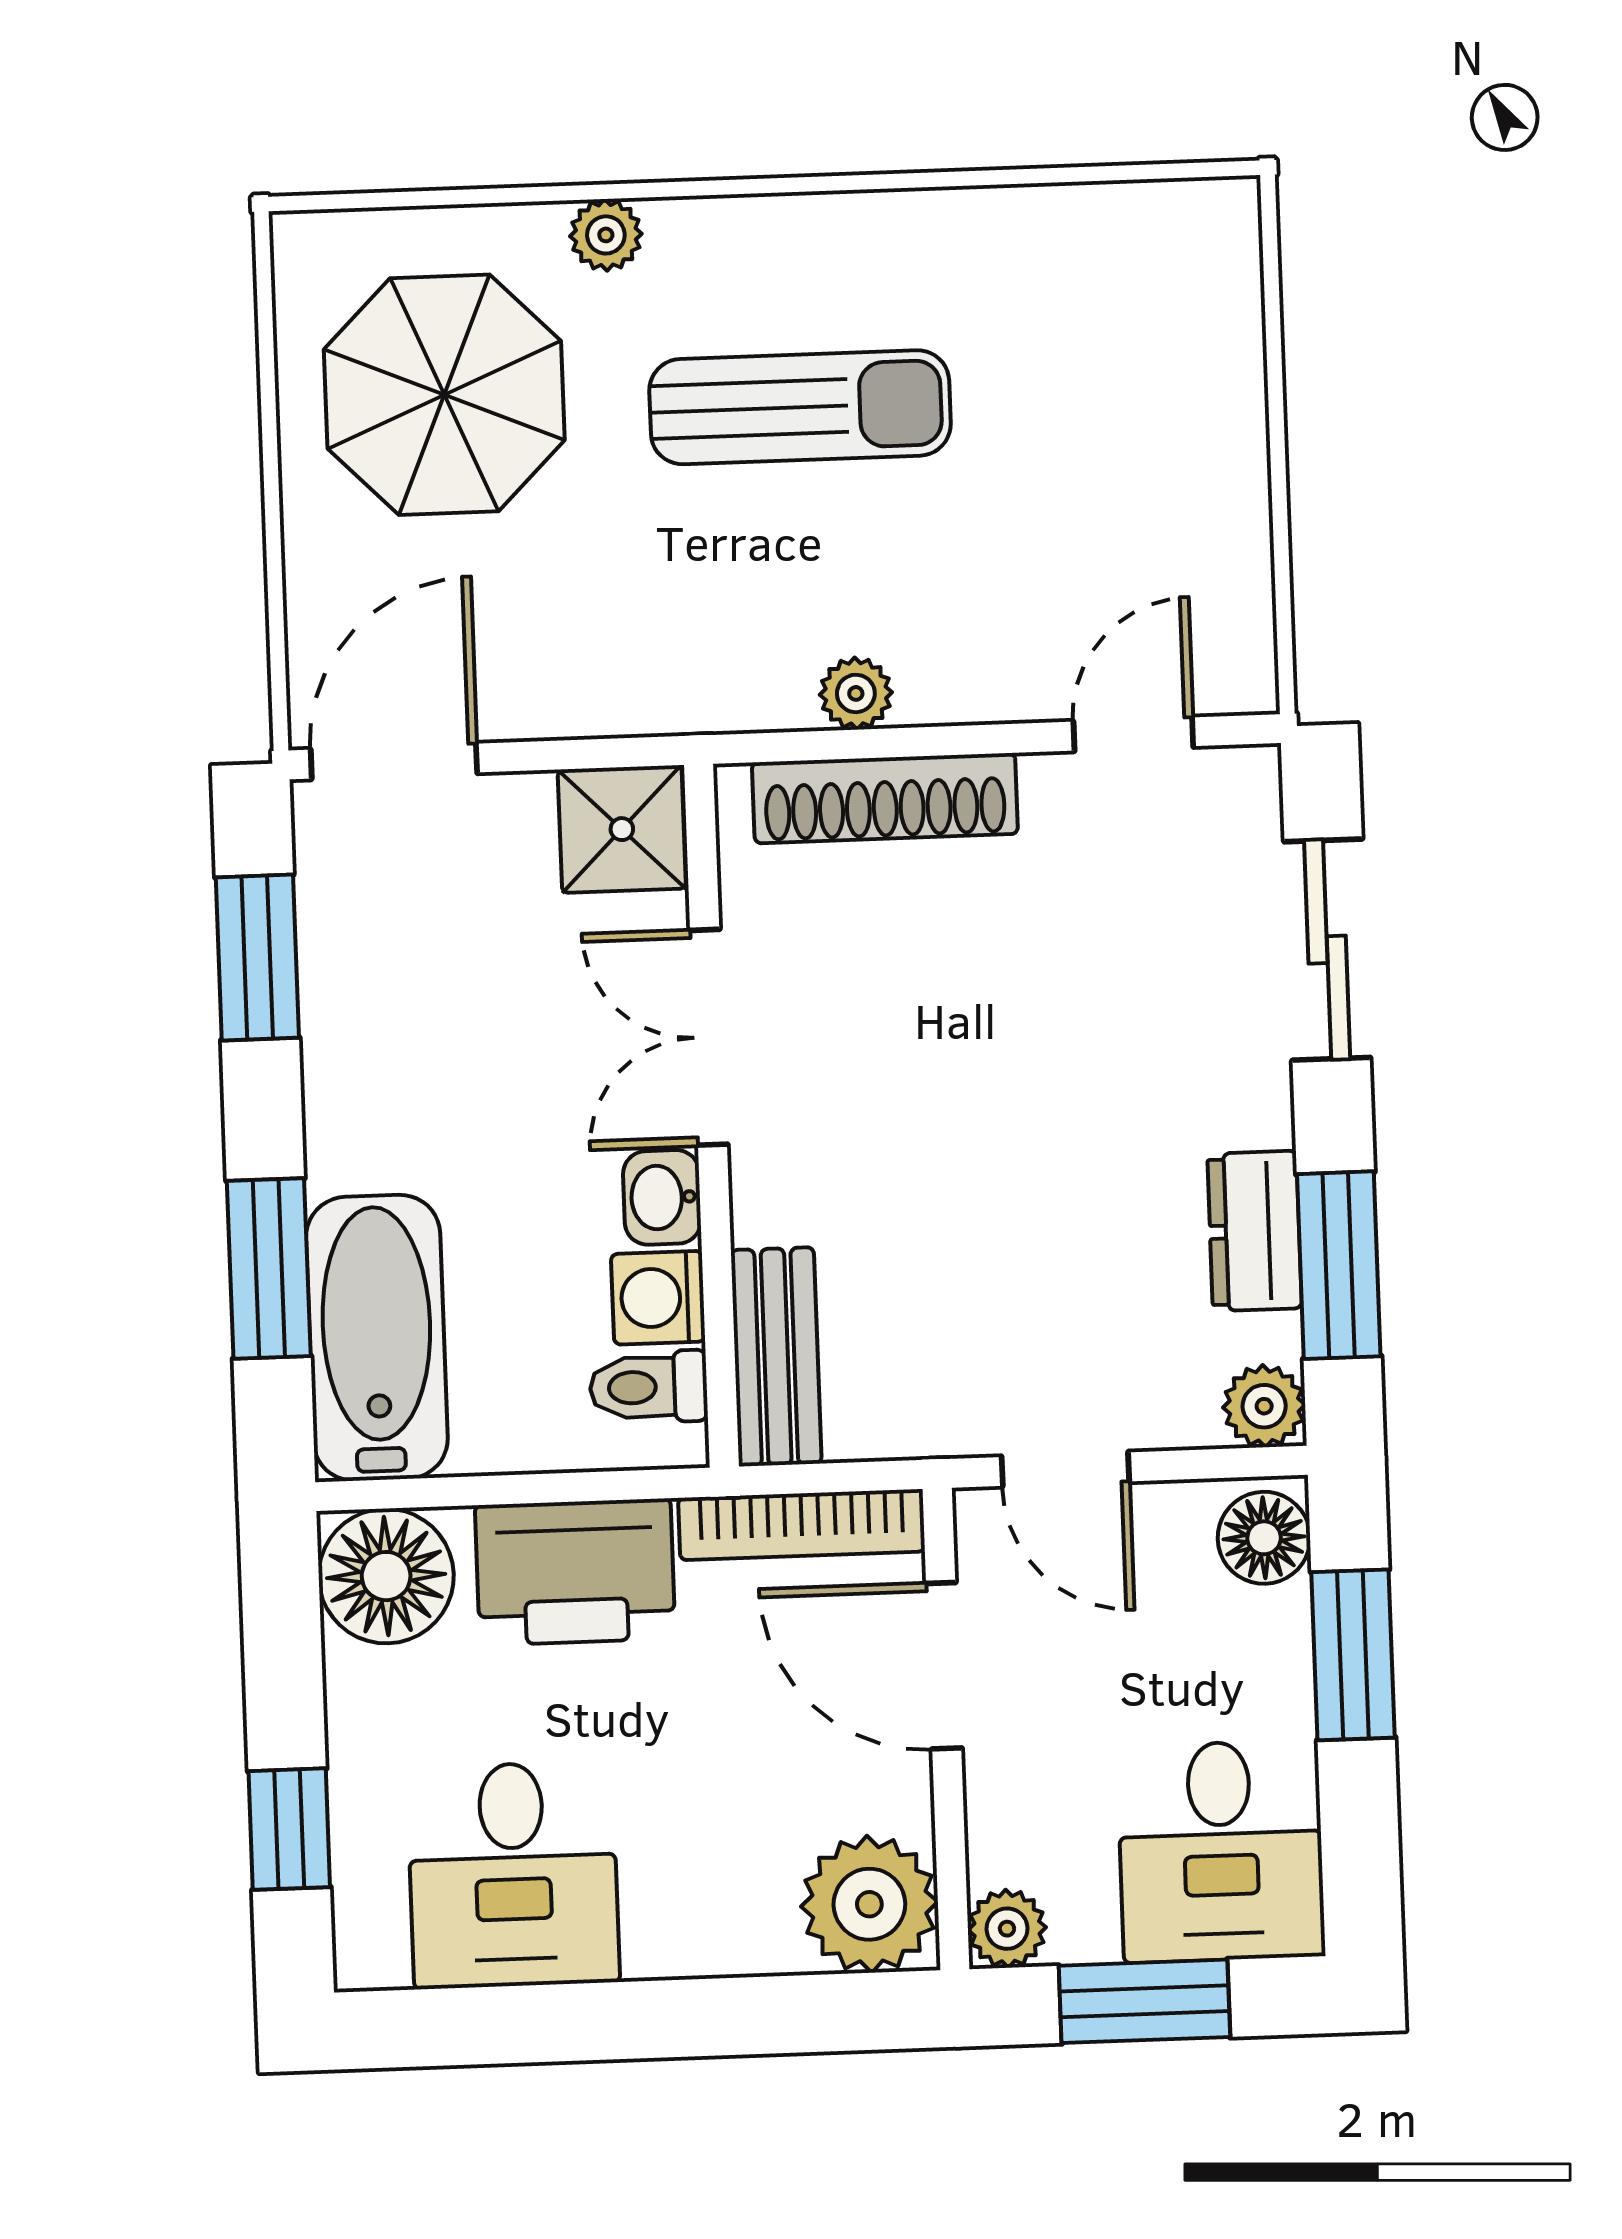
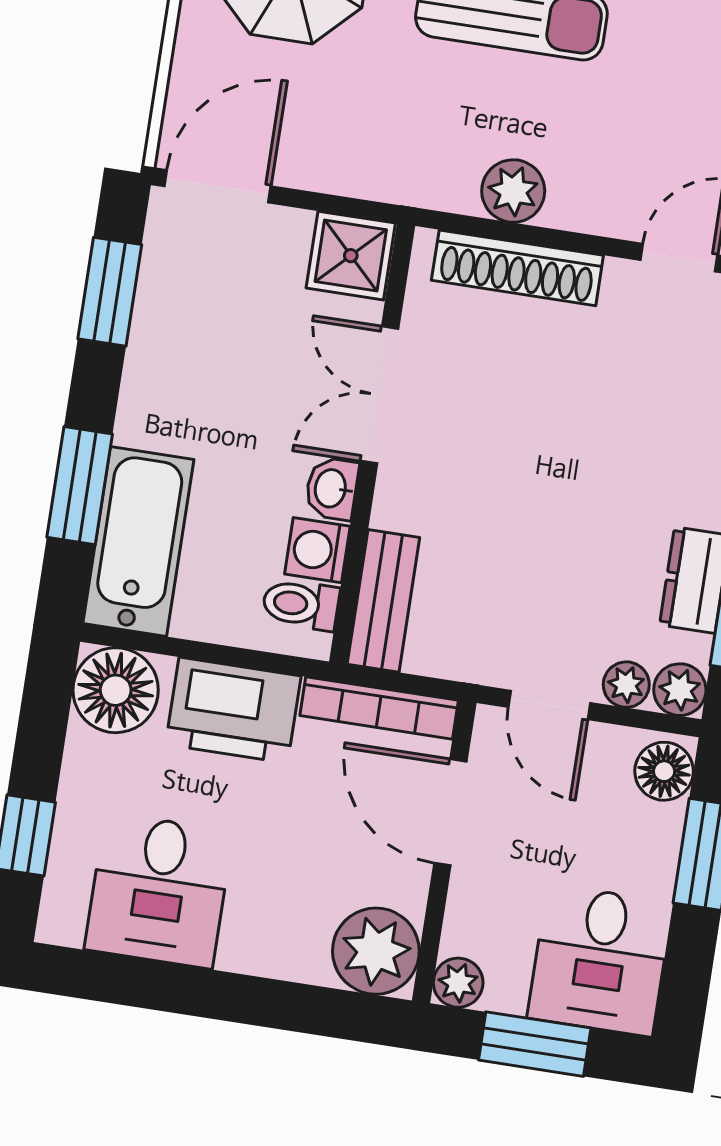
plant: (856, 693) -> (513, 191), width x1.38, depth x1.38
plant: (1179, 1414) -> (626, 685), added

